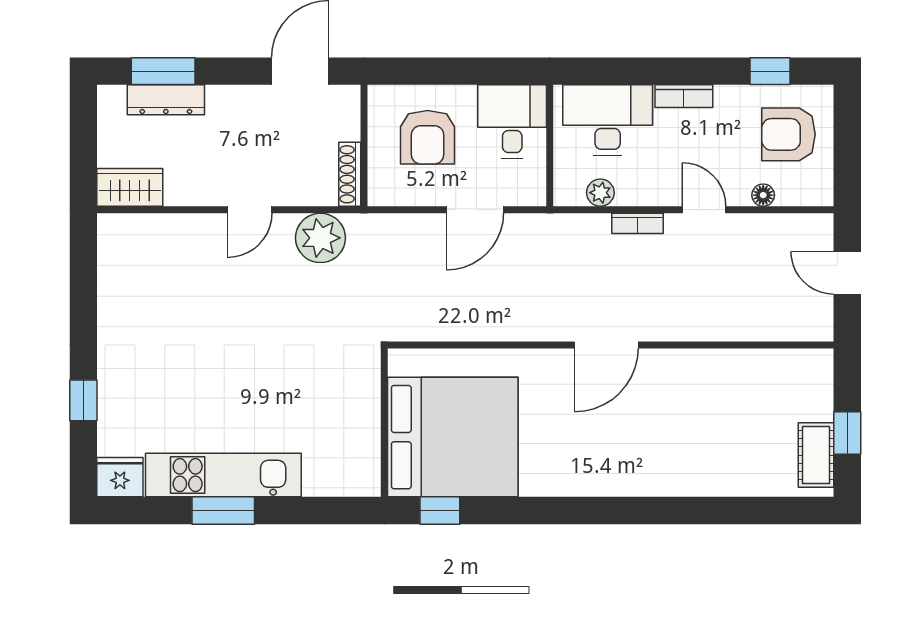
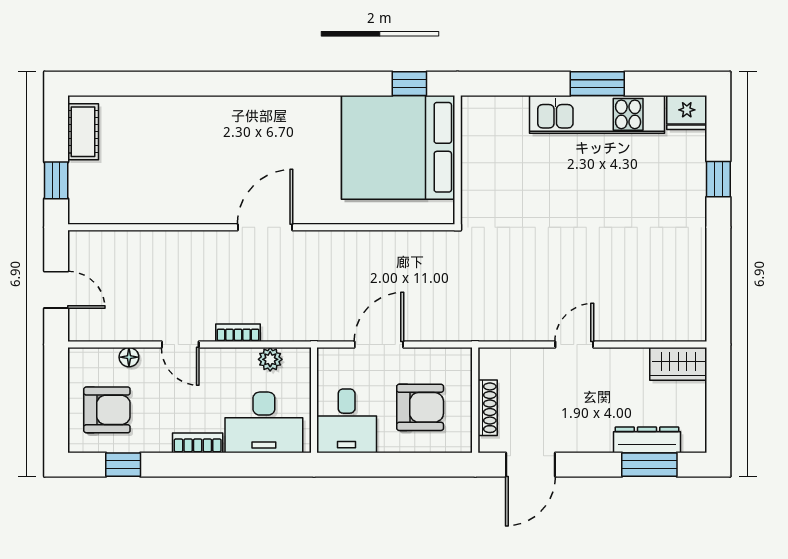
armchair: (428, 137) -> (420, 407), turned 90
shoe rack: (350, 174) -> (488, 408), moved
plant: (320, 238) -> (513, 320), removed
window: (847, 433) -> (56, 180), moved

